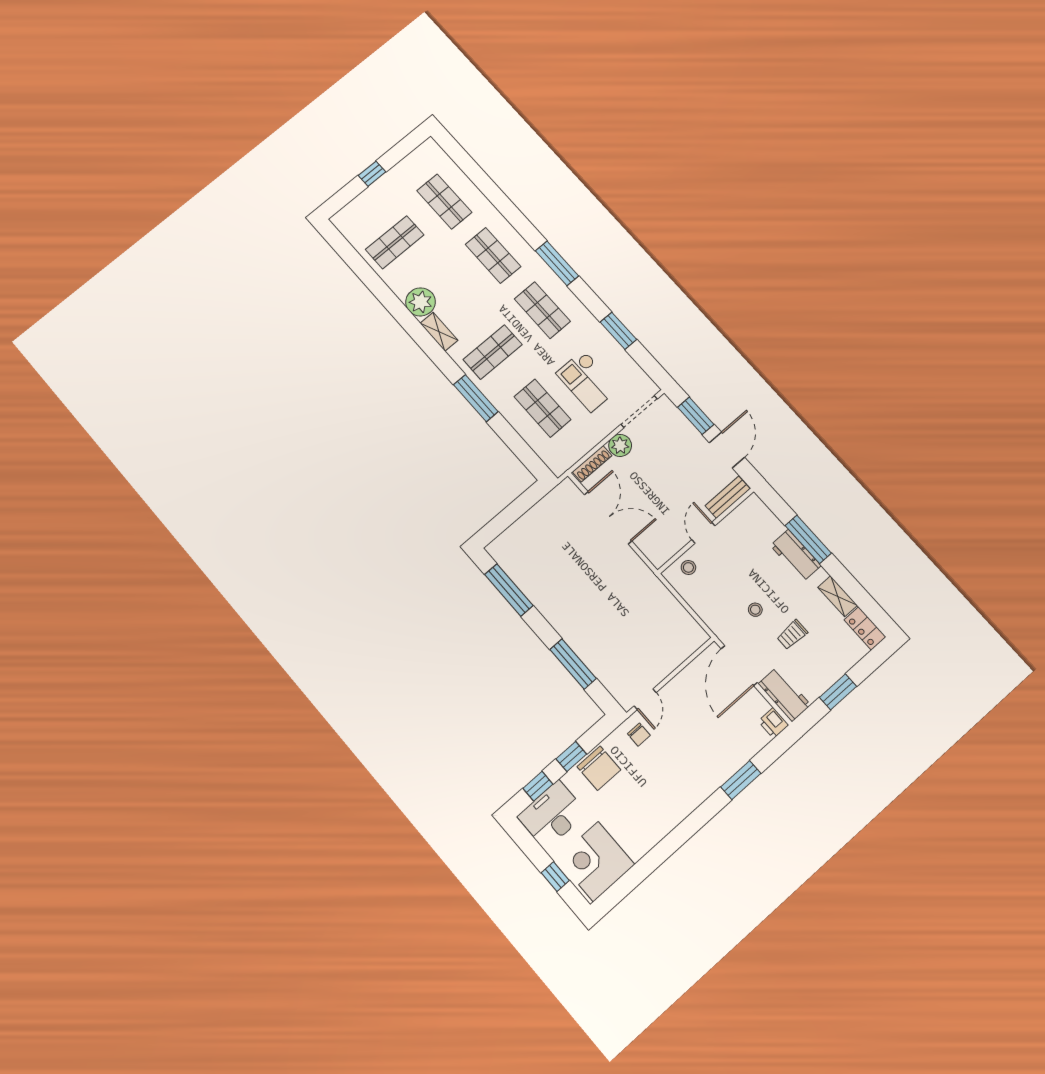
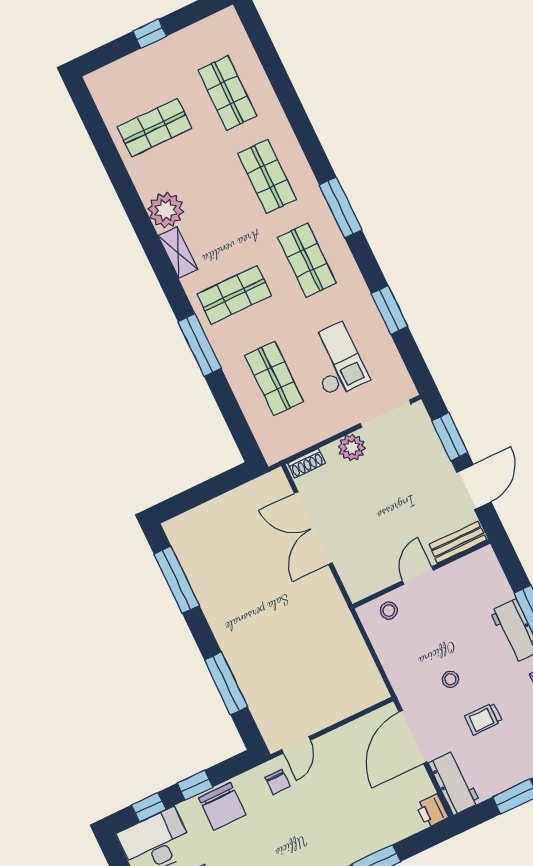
checkout: (587, 381) -> (336, 360), turned 180
shoe rack: (592, 464) -> (306, 463), width x0.70
double door: (608, 518) -> (313, 528), swing flipped

